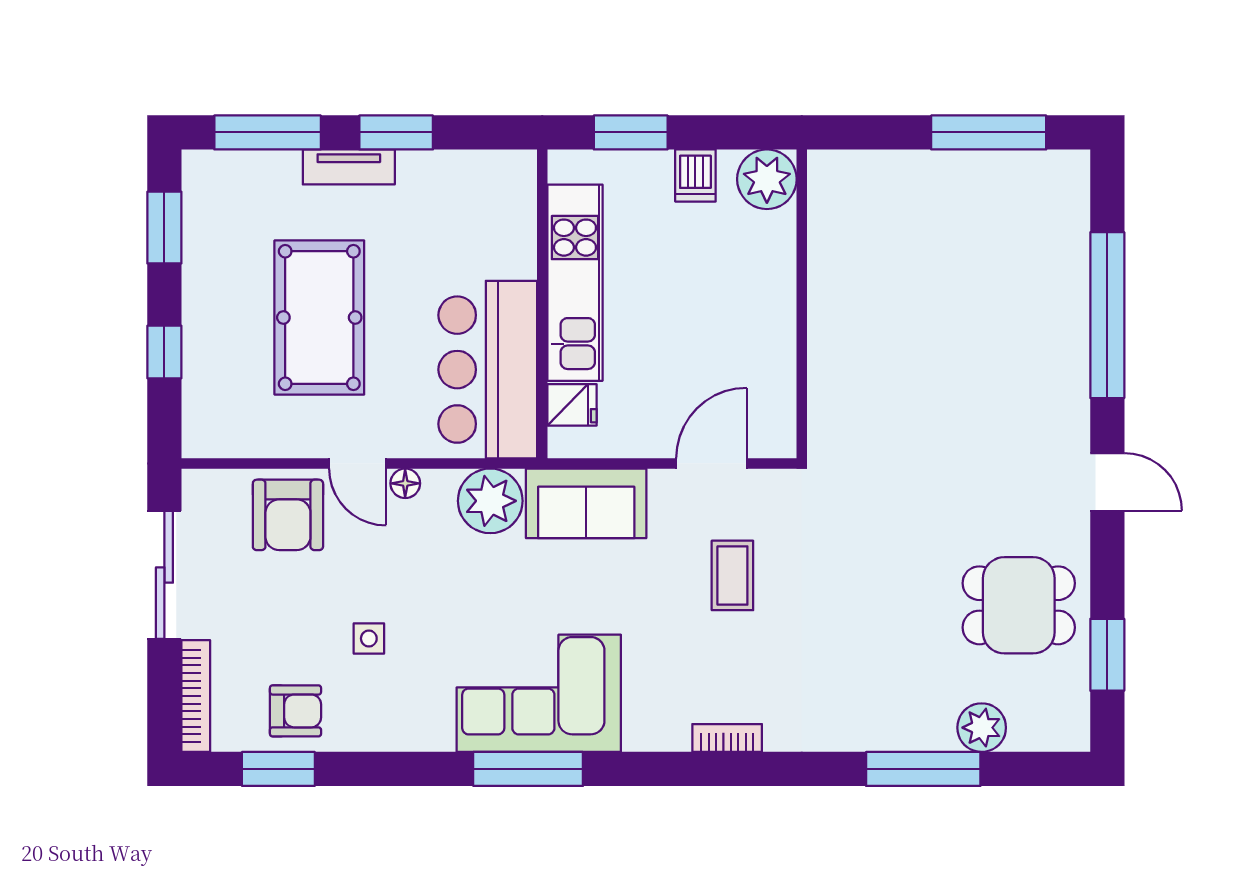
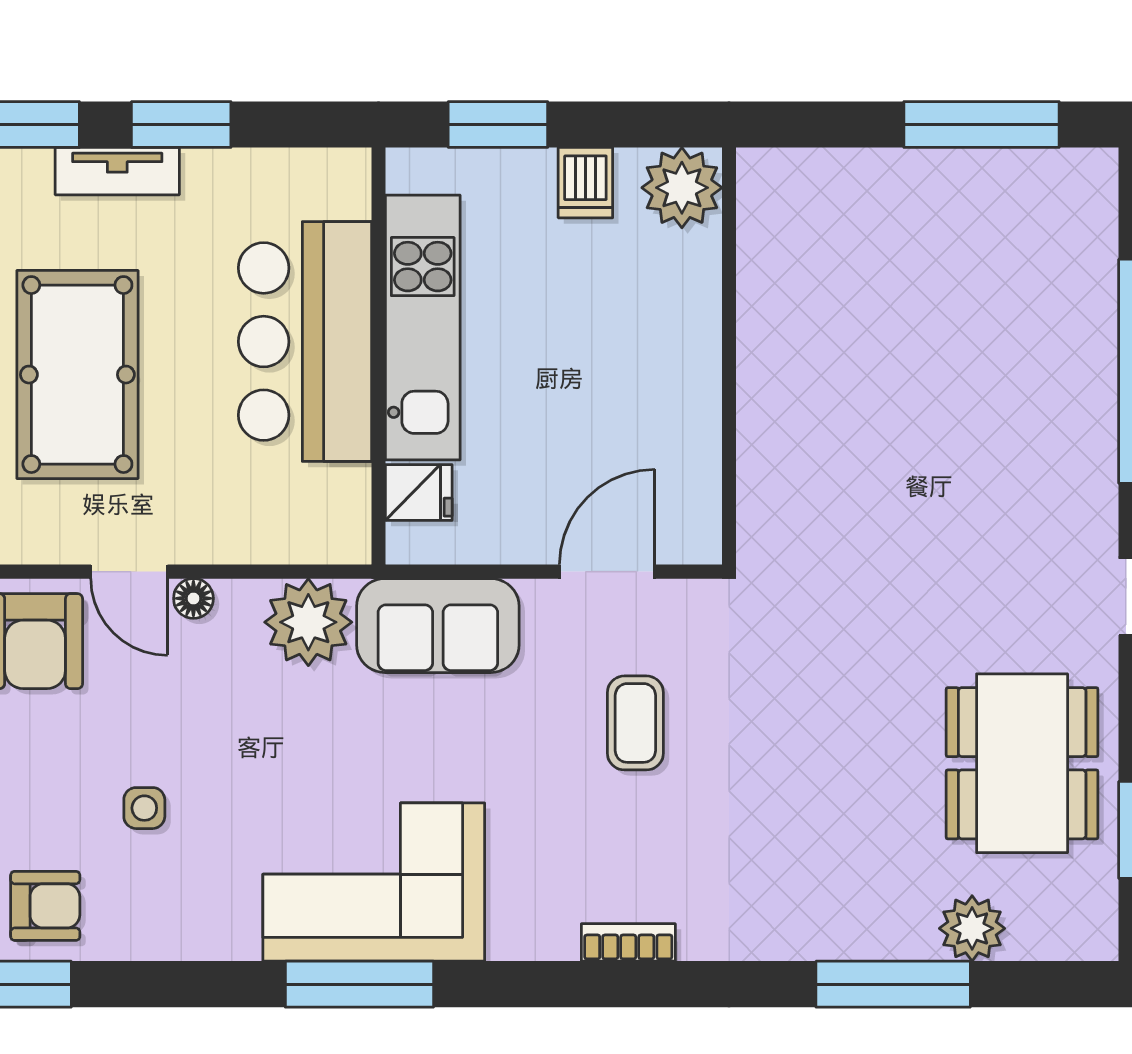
bar counter: (488, 370) -> (305, 342), moved
dining table: (1019, 605) -> (1022, 763), width x1.38

